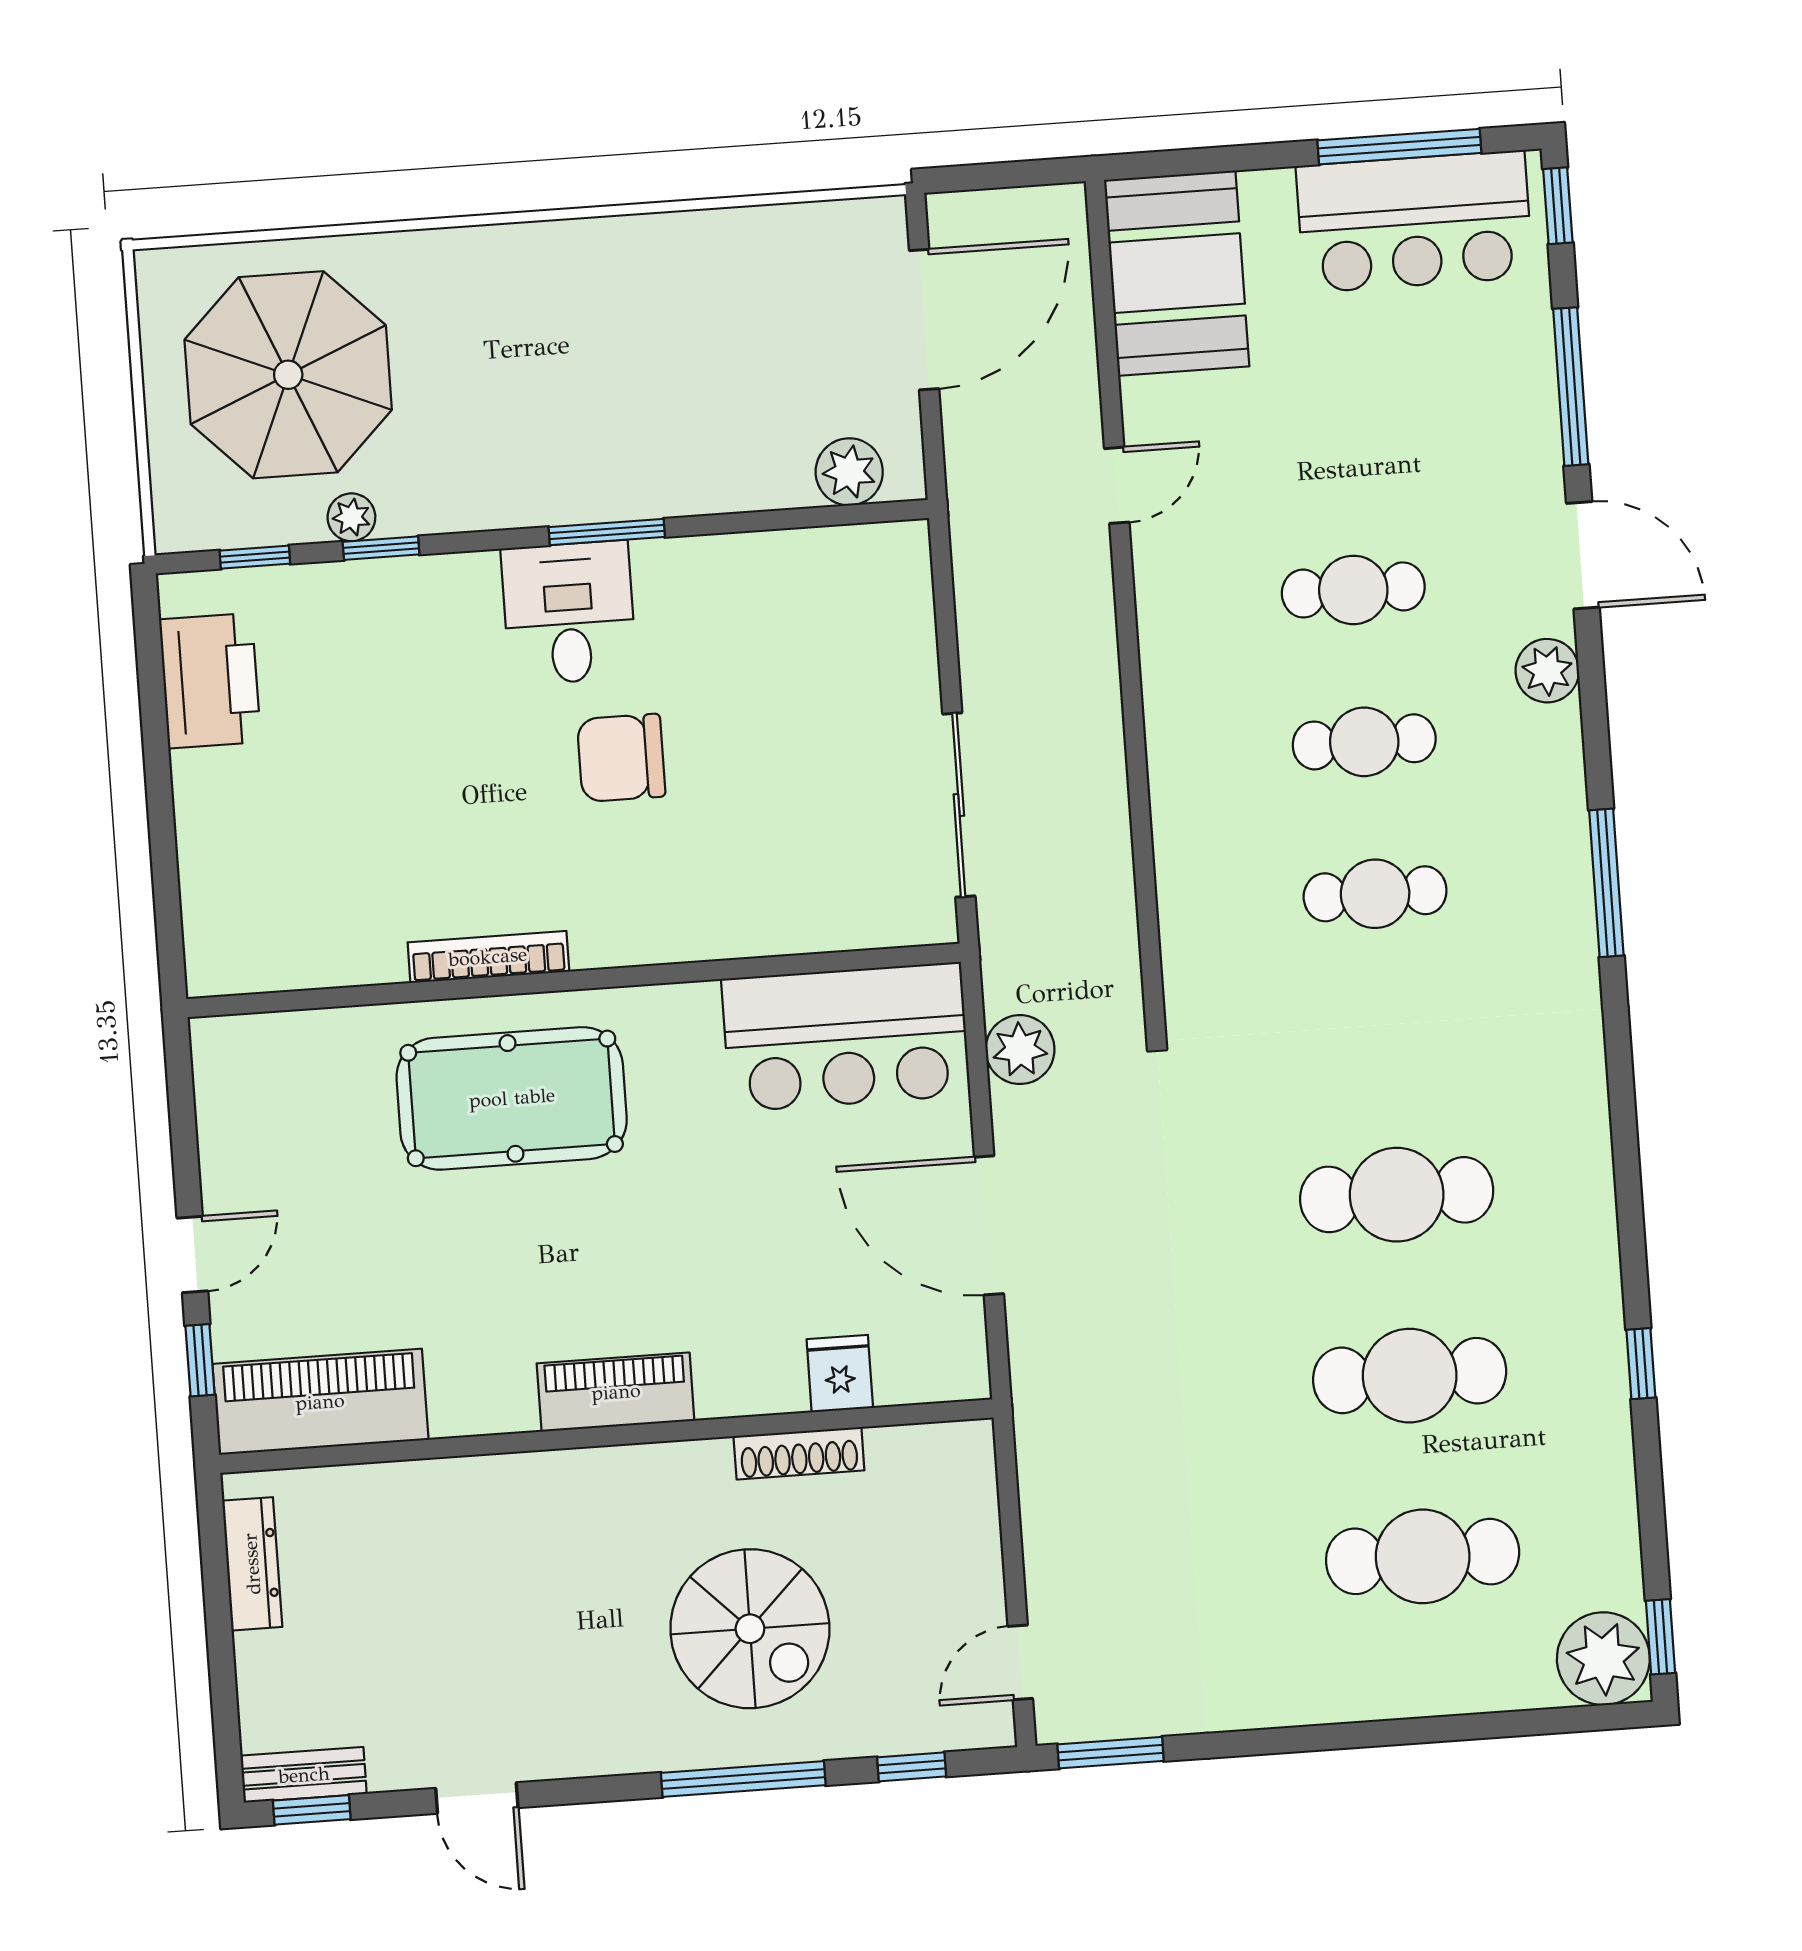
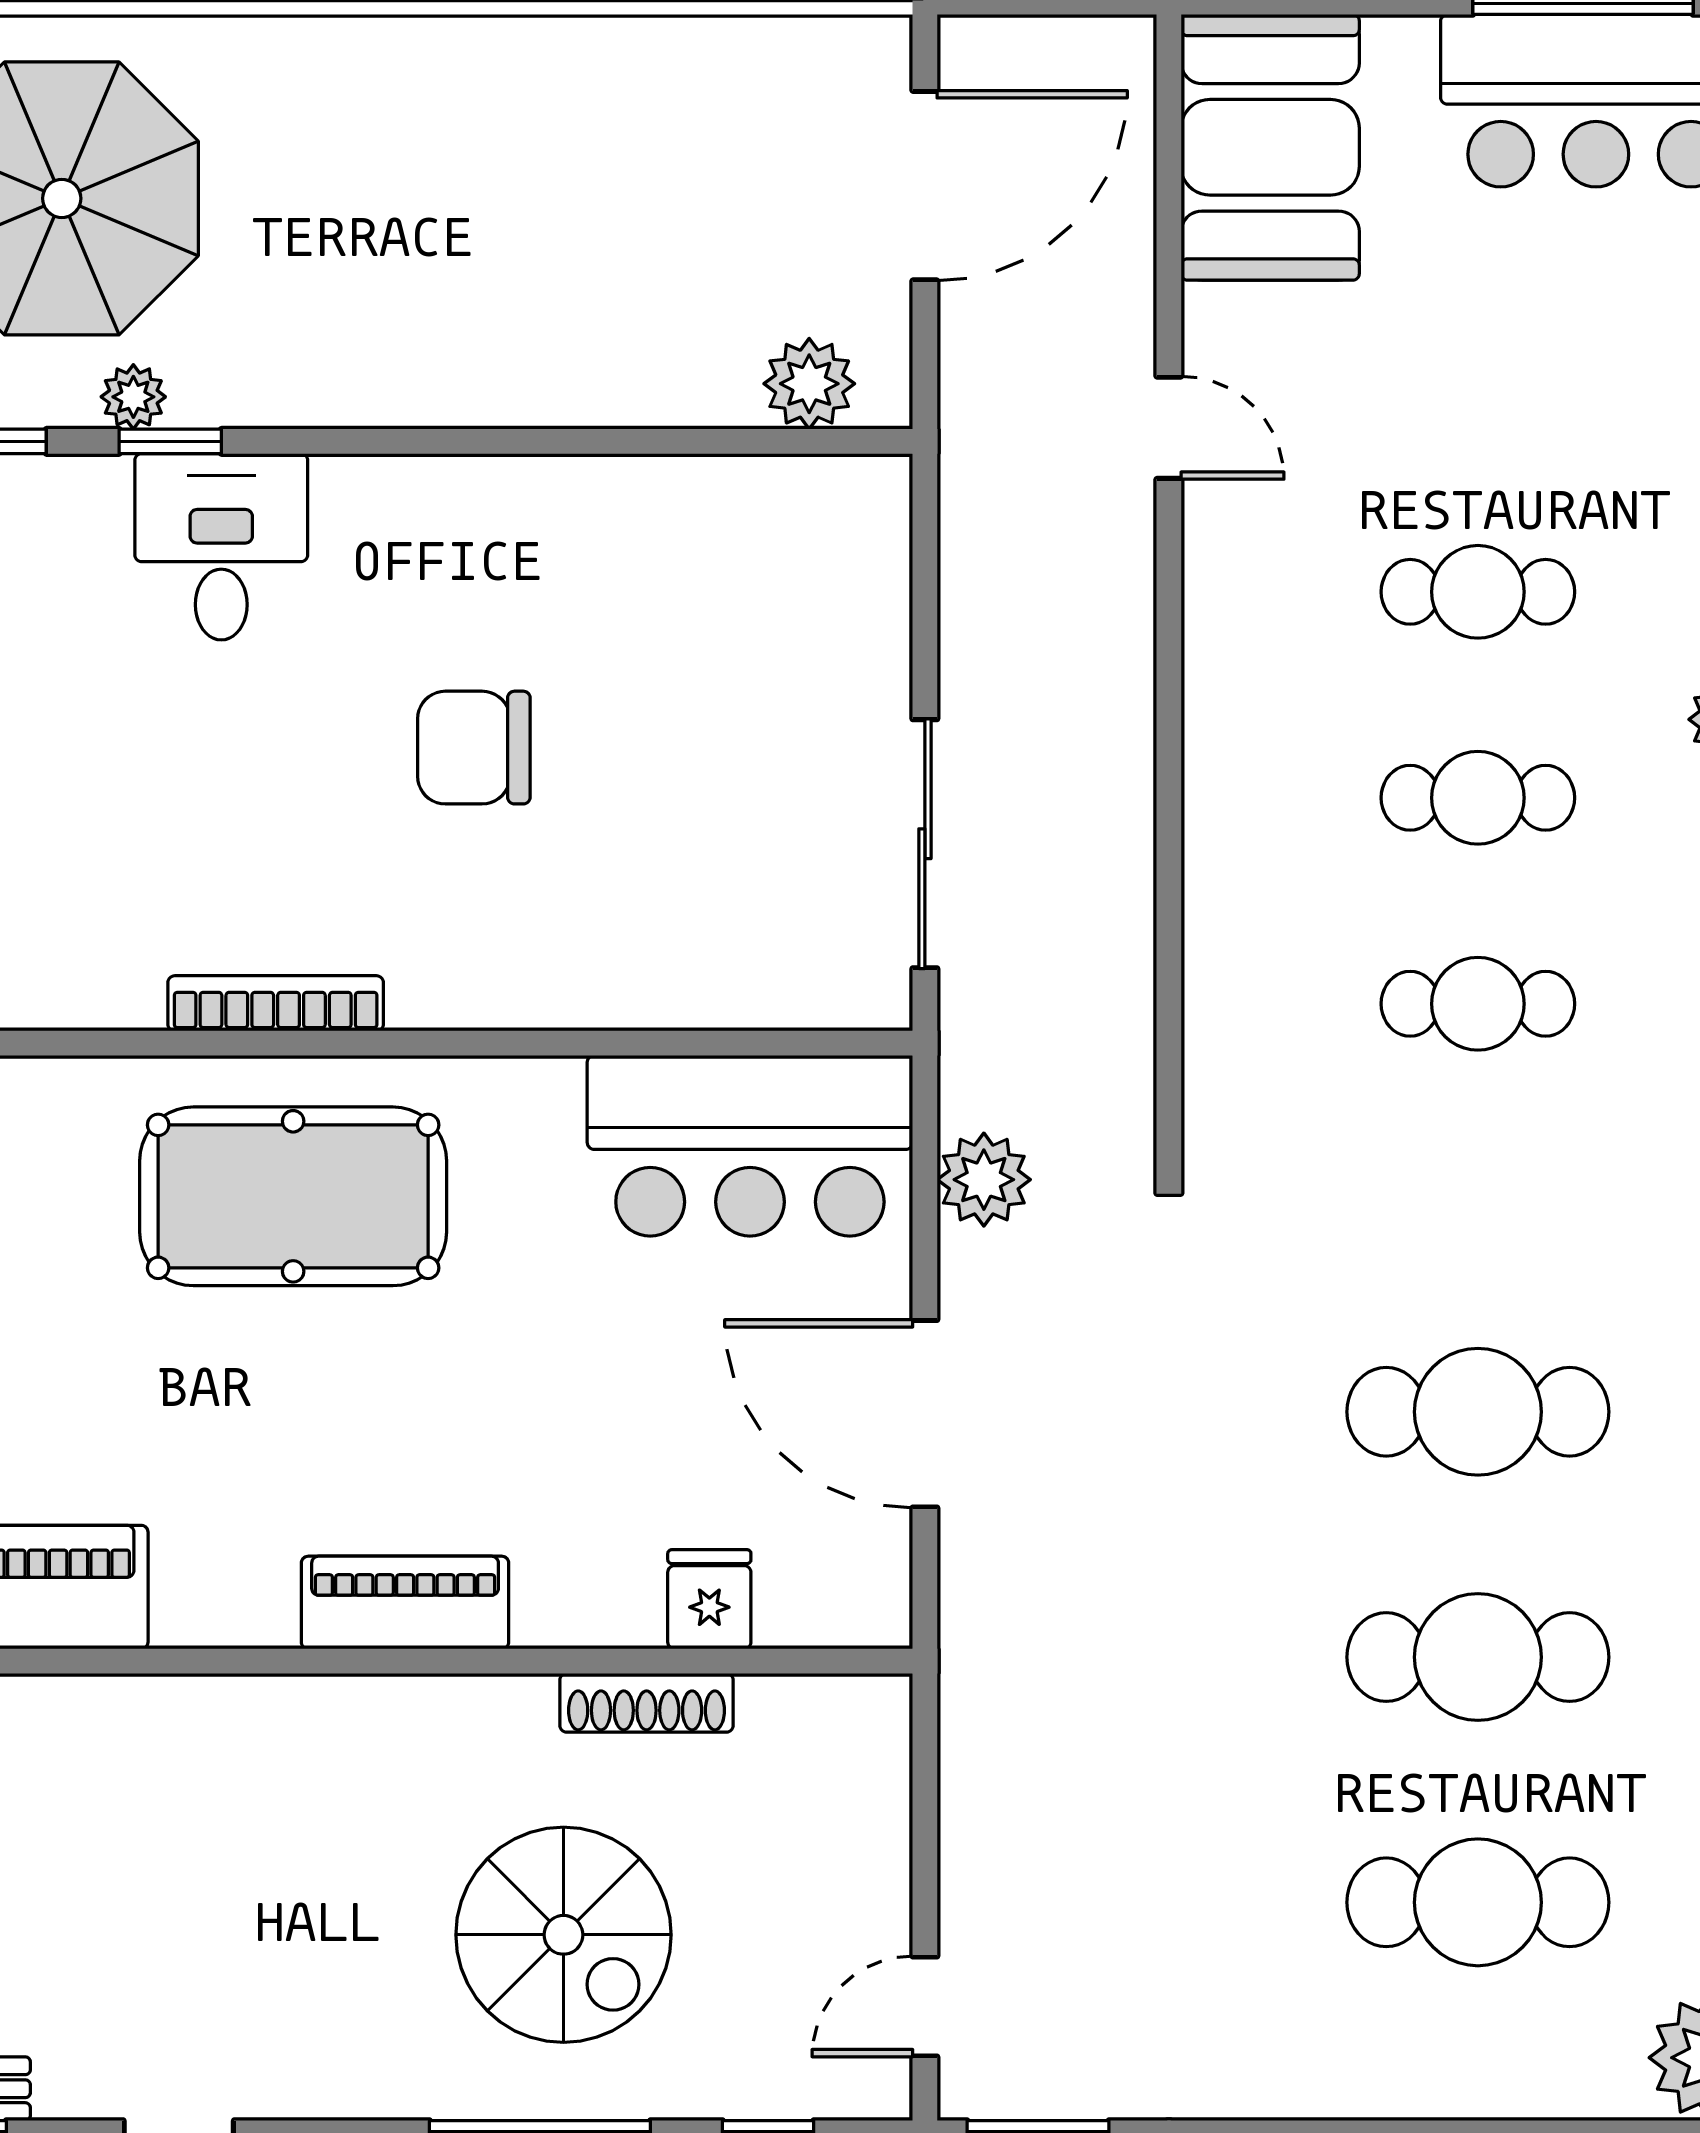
door: (1117, 485) -> (1169, 428), hinge flipped
window: (607, 532) -> (476, 441), removed
desk: (569, 613) -> (221, 547), moved

